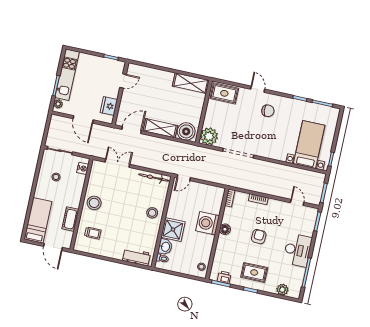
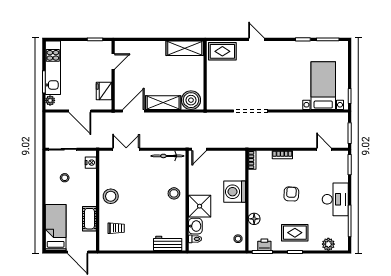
chair: (268, 111) -> (272, 60), removed
plant: (209, 136) -> (216, 100), removed
floor lamp: (225, 229) -> (254, 219), moved

